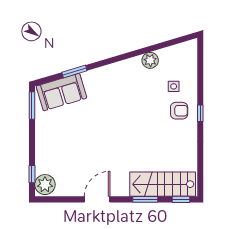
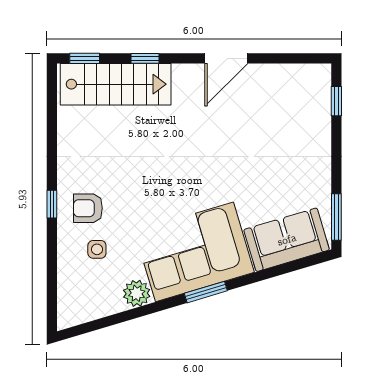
window: (74, 71) -> (206, 292), moved
corner sofa: (116, 85) -> (194, 252), added
plant: (45, 185) -> (314, 84), removed
window: (145, 199) -> (145, 58), width x0.67

